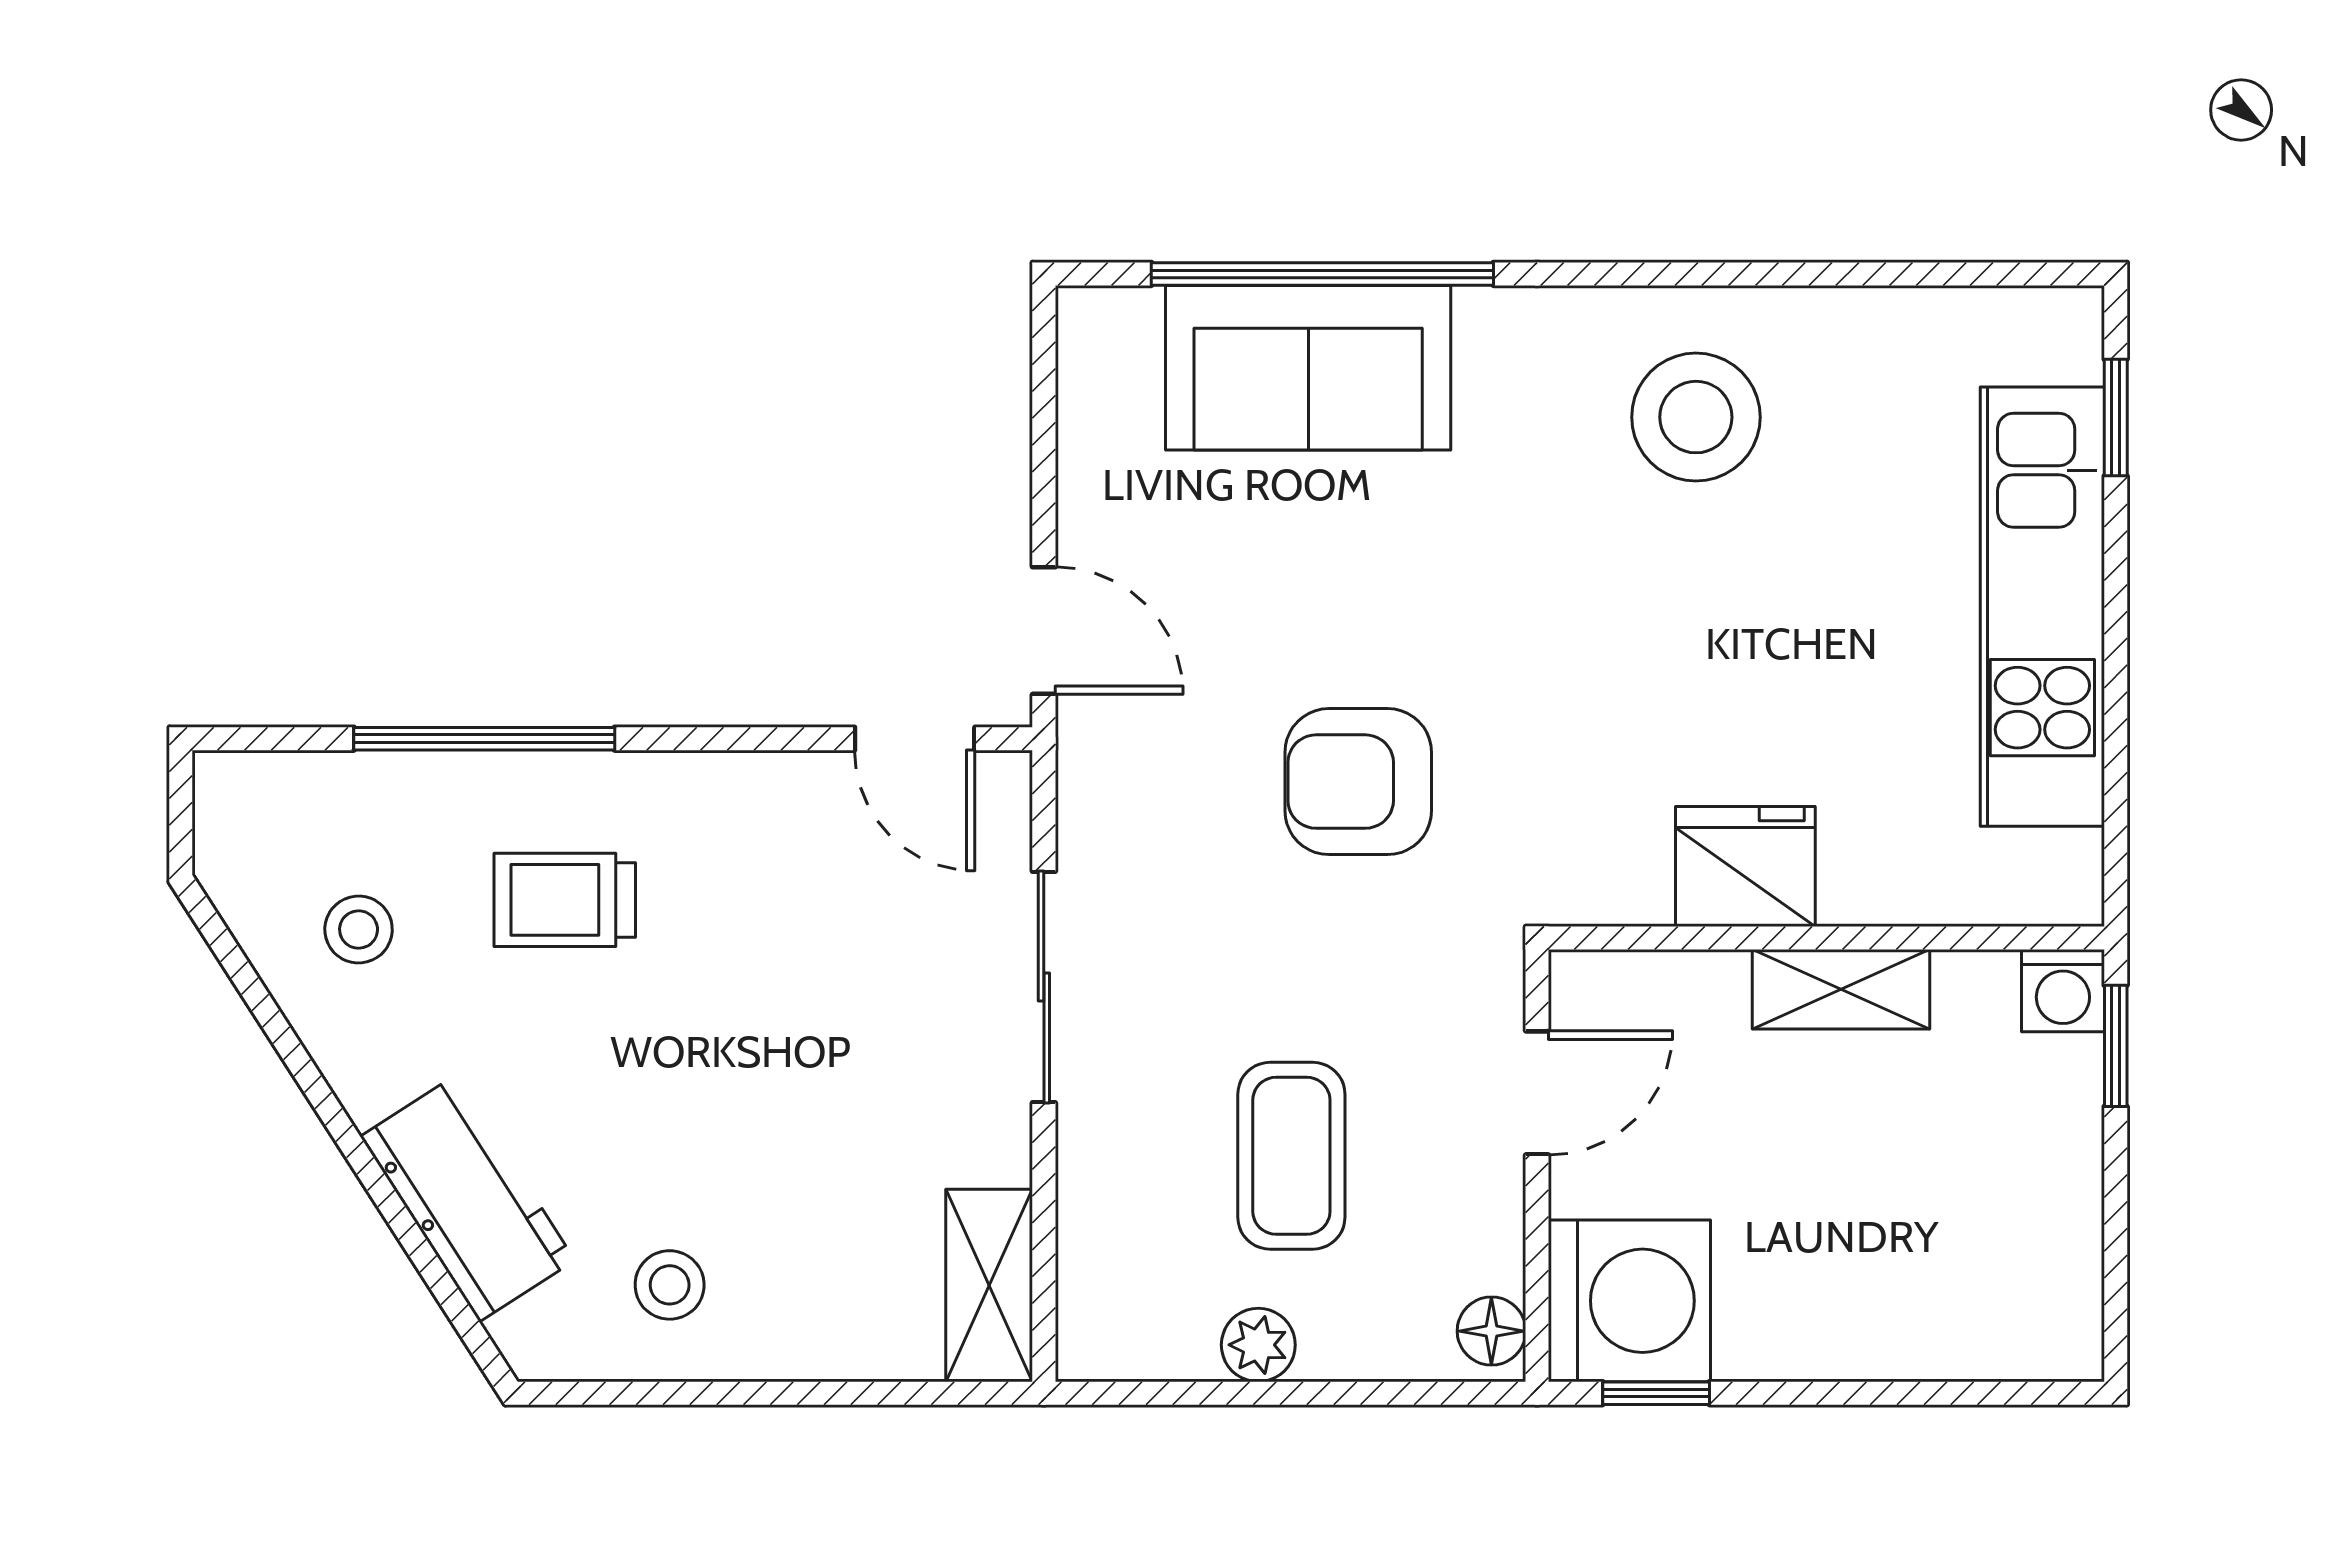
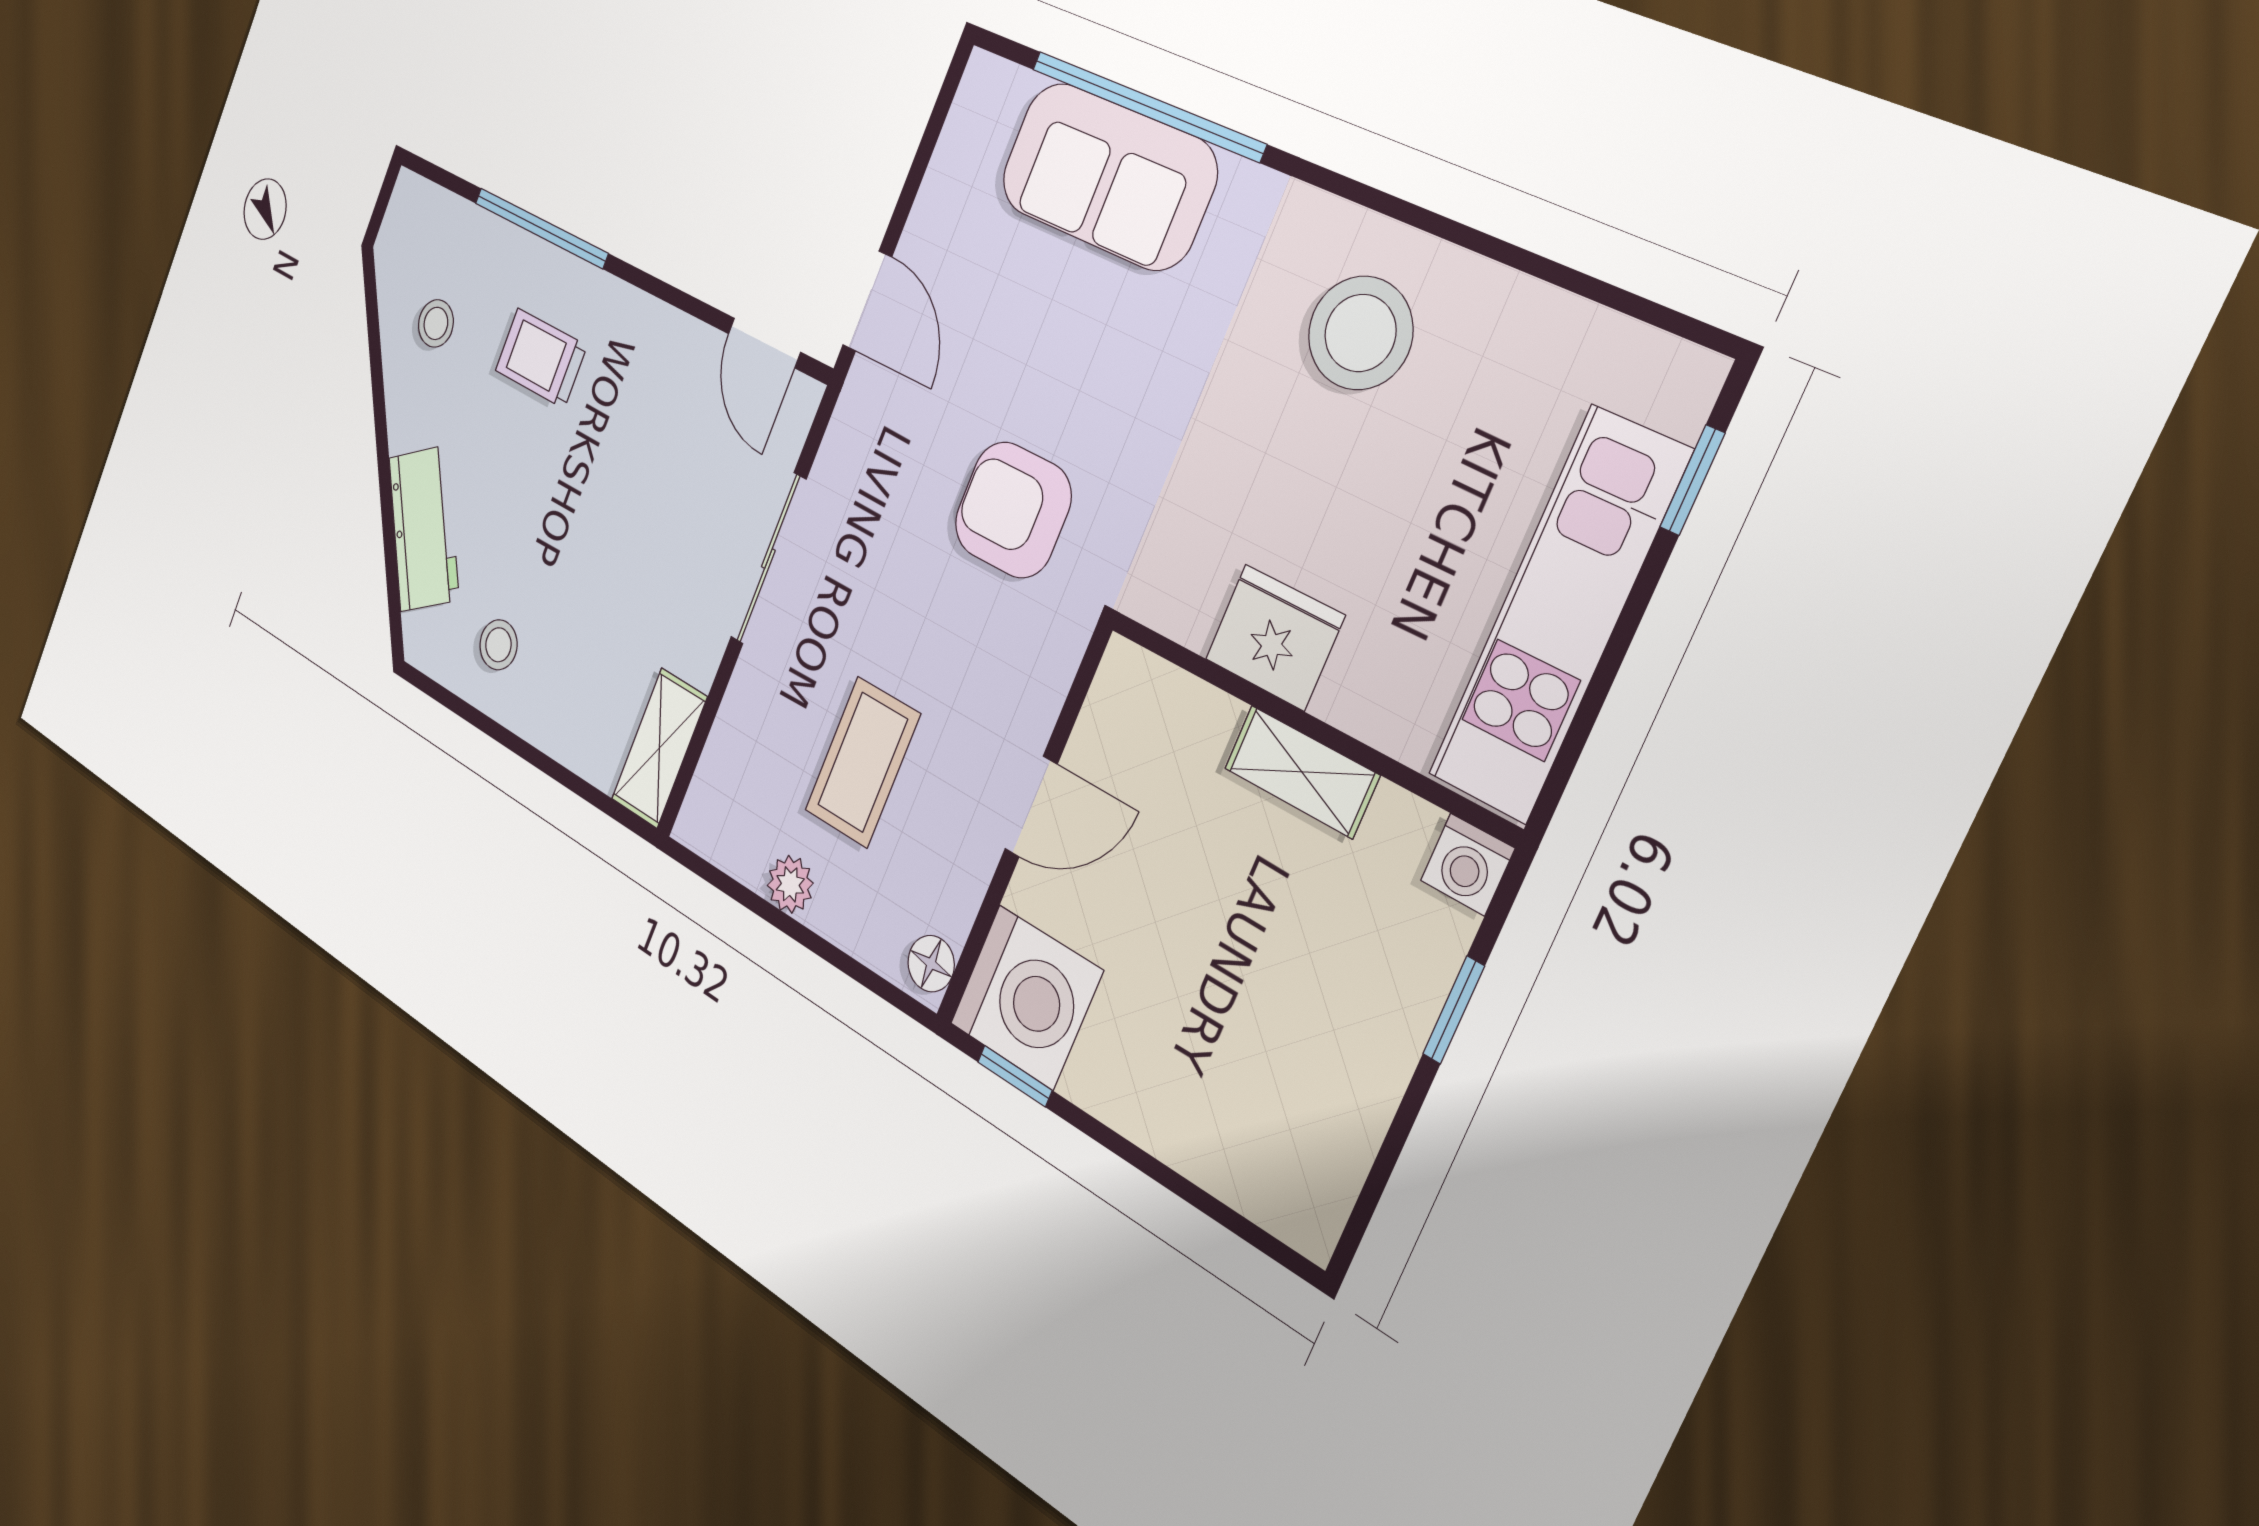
fridge: (1745, 866) -> (1275, 637), moved
wall: (1826, 938) -> (1309, 725), moved
shelving: (1841, 989) -> (1302, 772), moved
washing machine: (2063, 991) -> (1468, 864), moved

